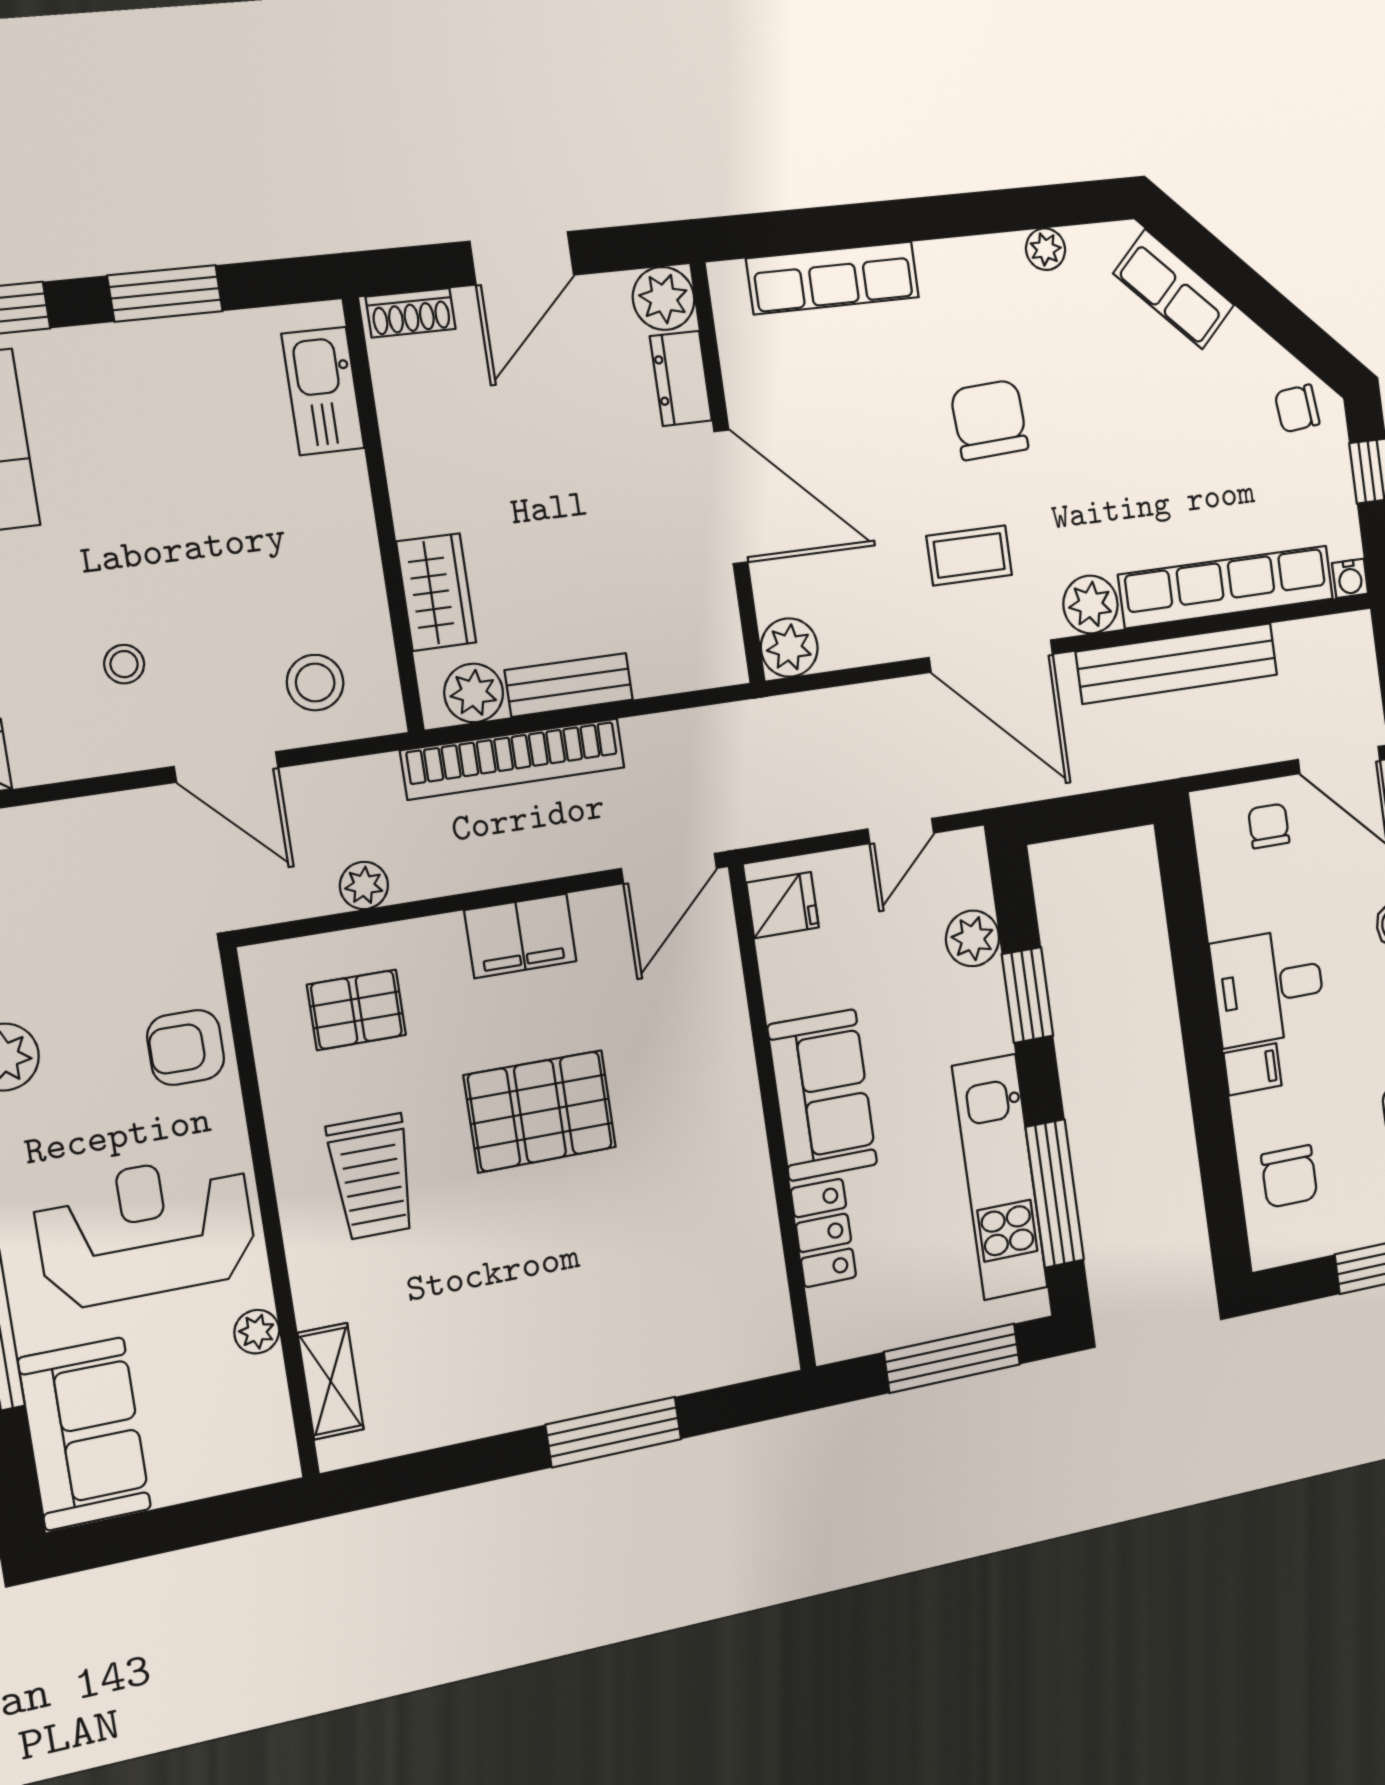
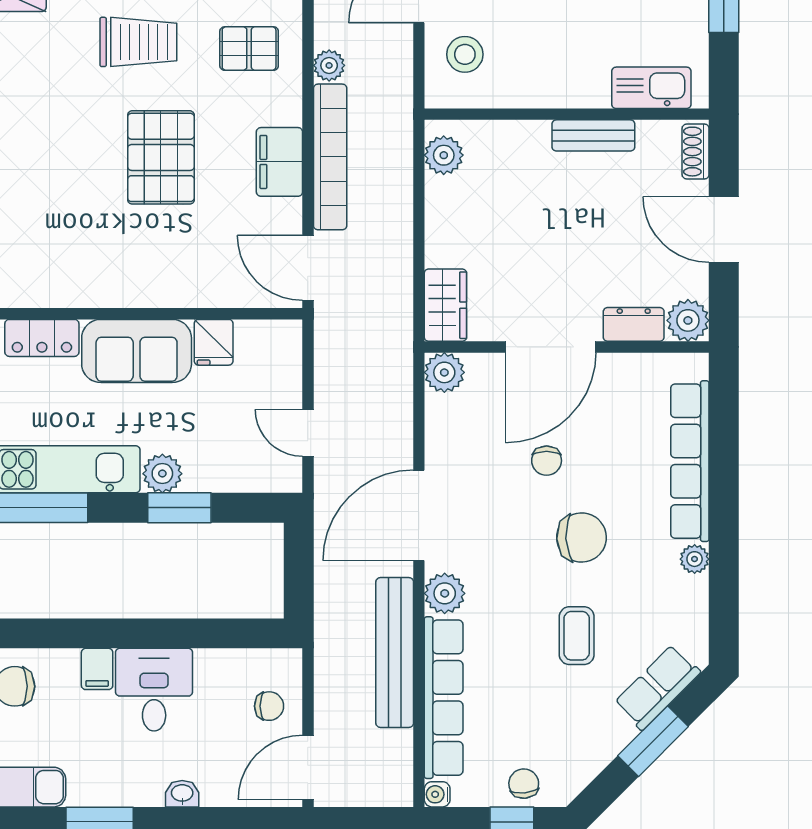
plant: (1046, 249) -> (695, 559), moved
row of seats: (833, 278) -> (690, 461), width x1.36
window: (1244, 288) -> (653, 741), added
chair: (1297, 408) -> (524, 784), moved
chair: (891, 483) -> (547, 461), added
coffee table: (969, 555) -> (577, 636), moved
wardrobe: (436, 592) -> (445, 305), moved, turned -90
bench: (569, 685) -> (593, 135), moved, turned 90
bookcase: (513, 759) -> (330, 157), moved, turned 180
fridge: (783, 905) -> (214, 342), moved
plant: (973, 938) -> (162, 474), moved
pallet: (356, 1010) -> (249, 49), turned 90
trolley: (372, 1177) -> (138, 42), turned 180

